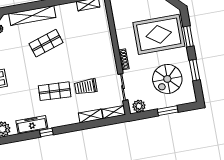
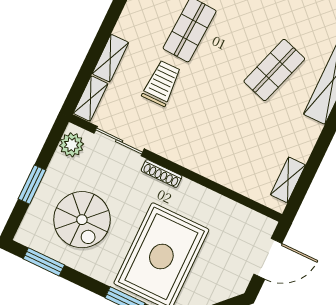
shop shelf: (46, 43) -> (274, 70), turned 36
window: (194, 70) -> (44, 262), moved
spiral stairs: (167, 79) -> (82, 220), turned 180

